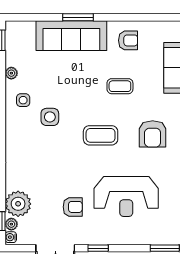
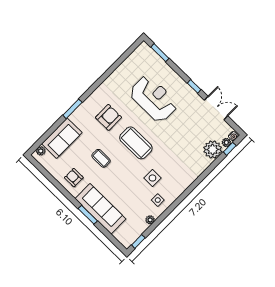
coffee table: (101, 135) -> (136, 143), width x1.36, depth x1.32
armchair: (73, 207) -> (186, 120), removed

